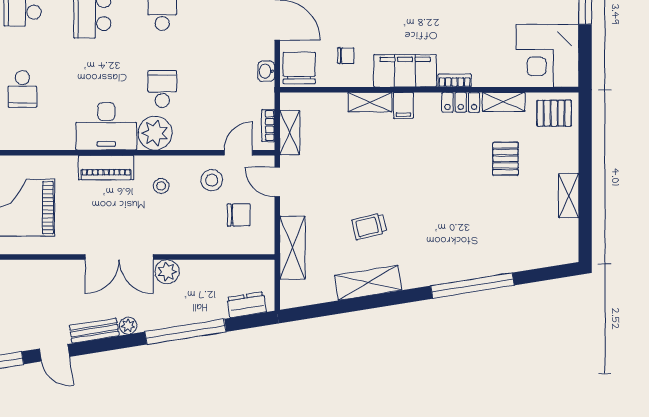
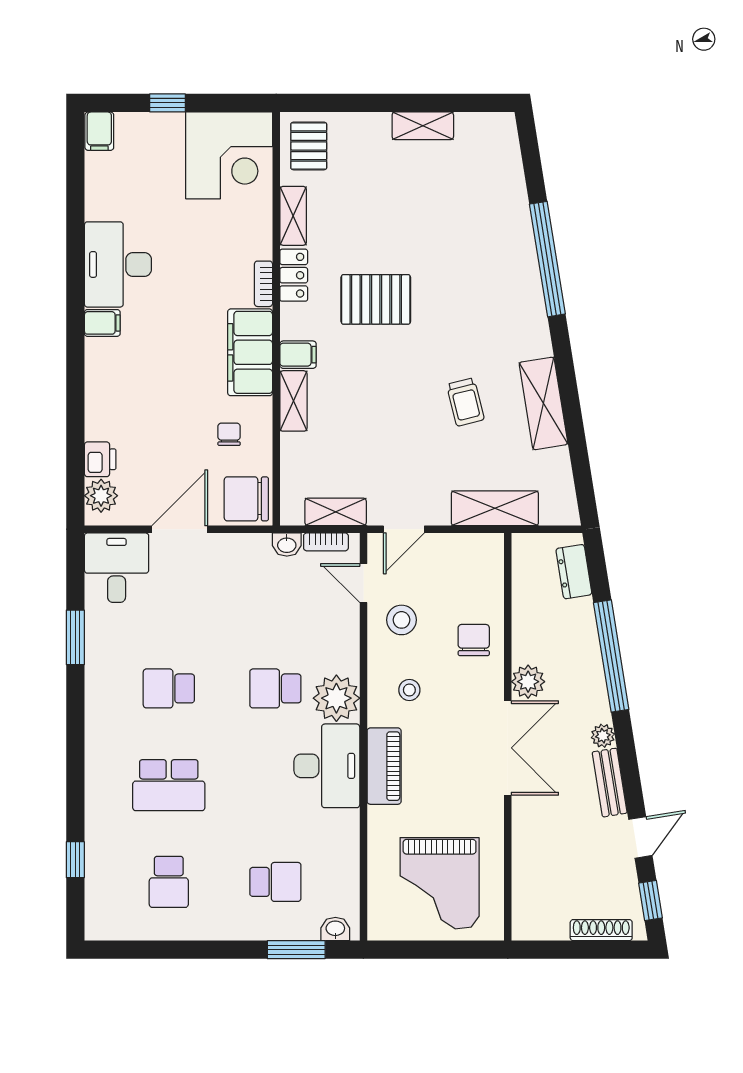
washbasin: (266, 71) -> (287, 545), moved
pallet: (505, 159) -> (376, 299), moved, width x1.50, depth x1.42
chair: (239, 215) -> (474, 640), moved

